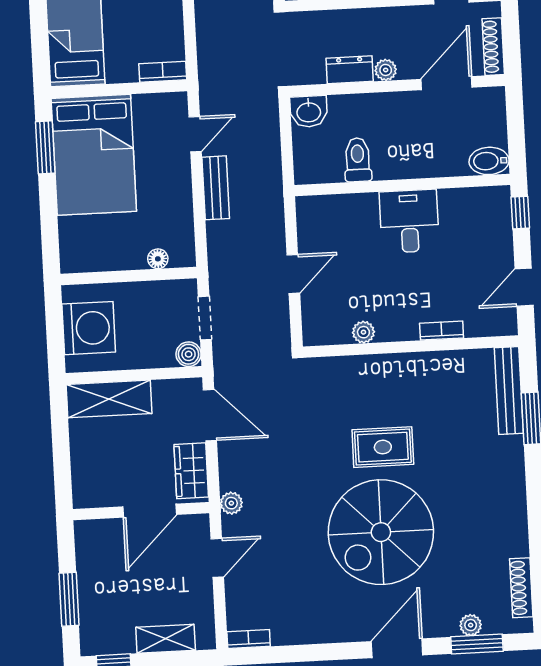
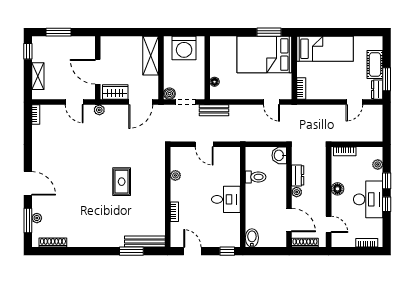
bench: (216, 188) -> (214, 110), moved
spiral stairs: (381, 532) -> (82, 179), removed

